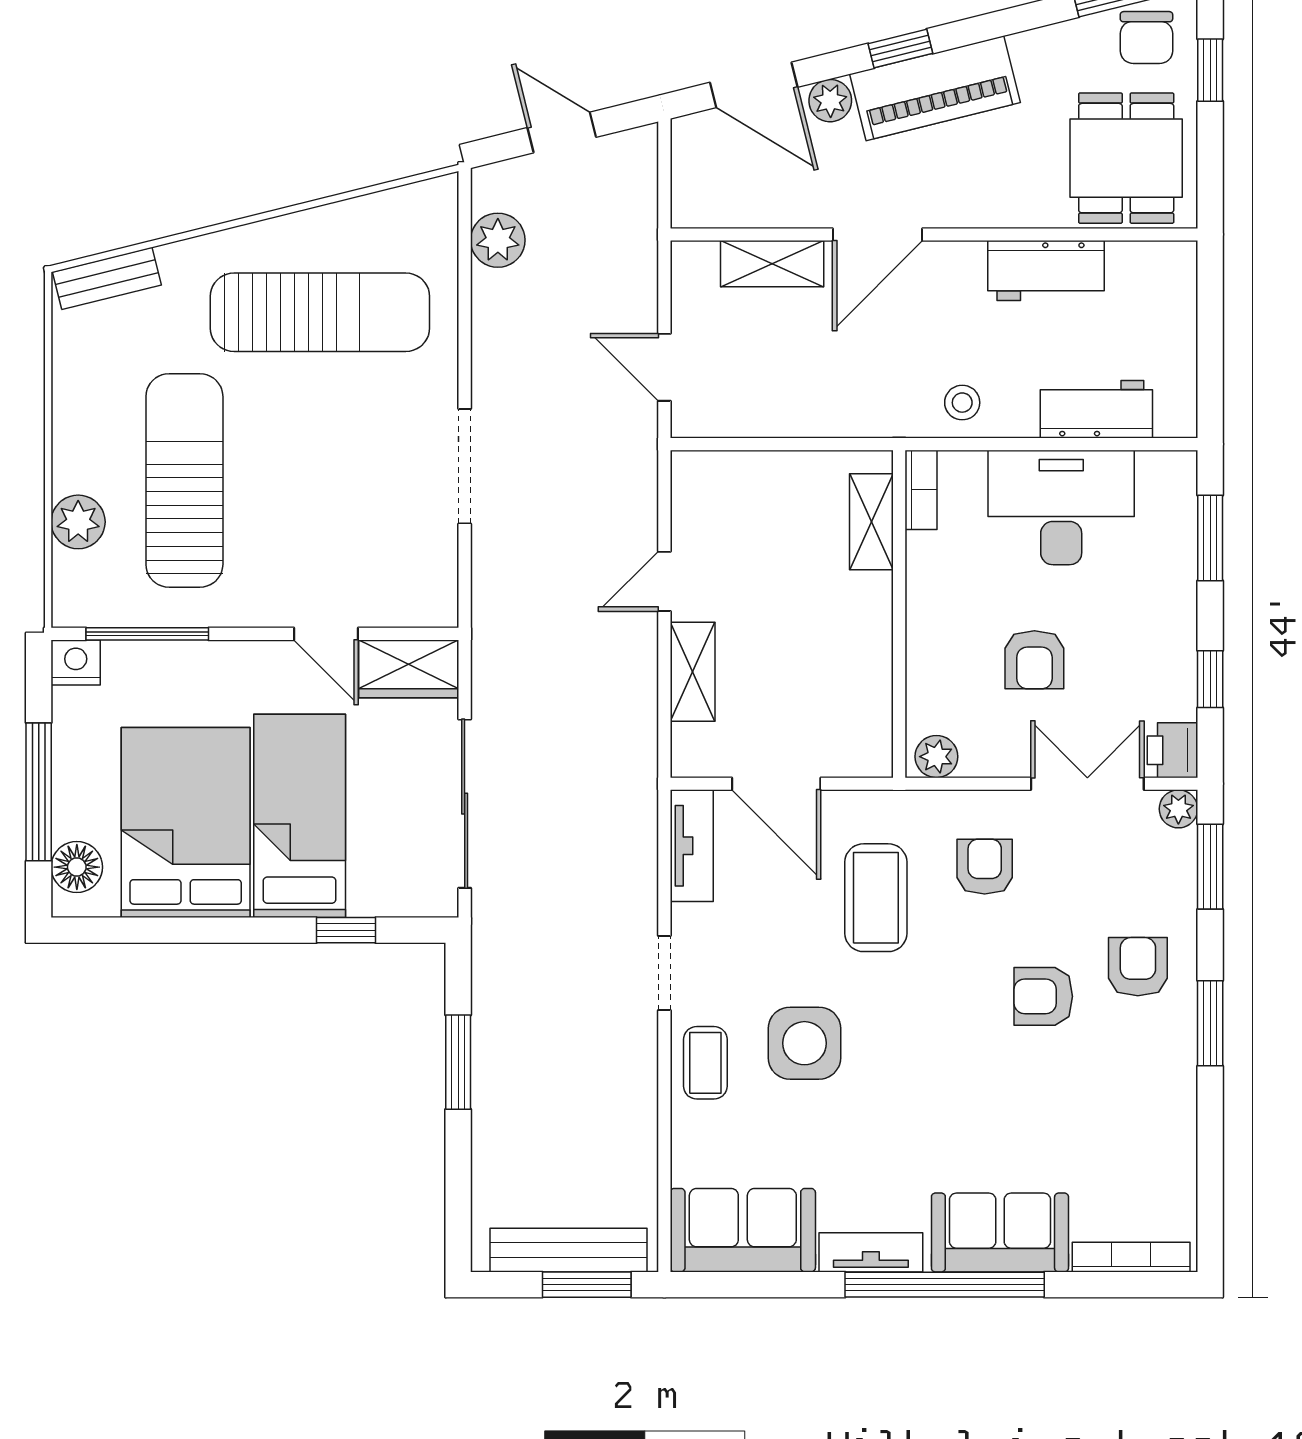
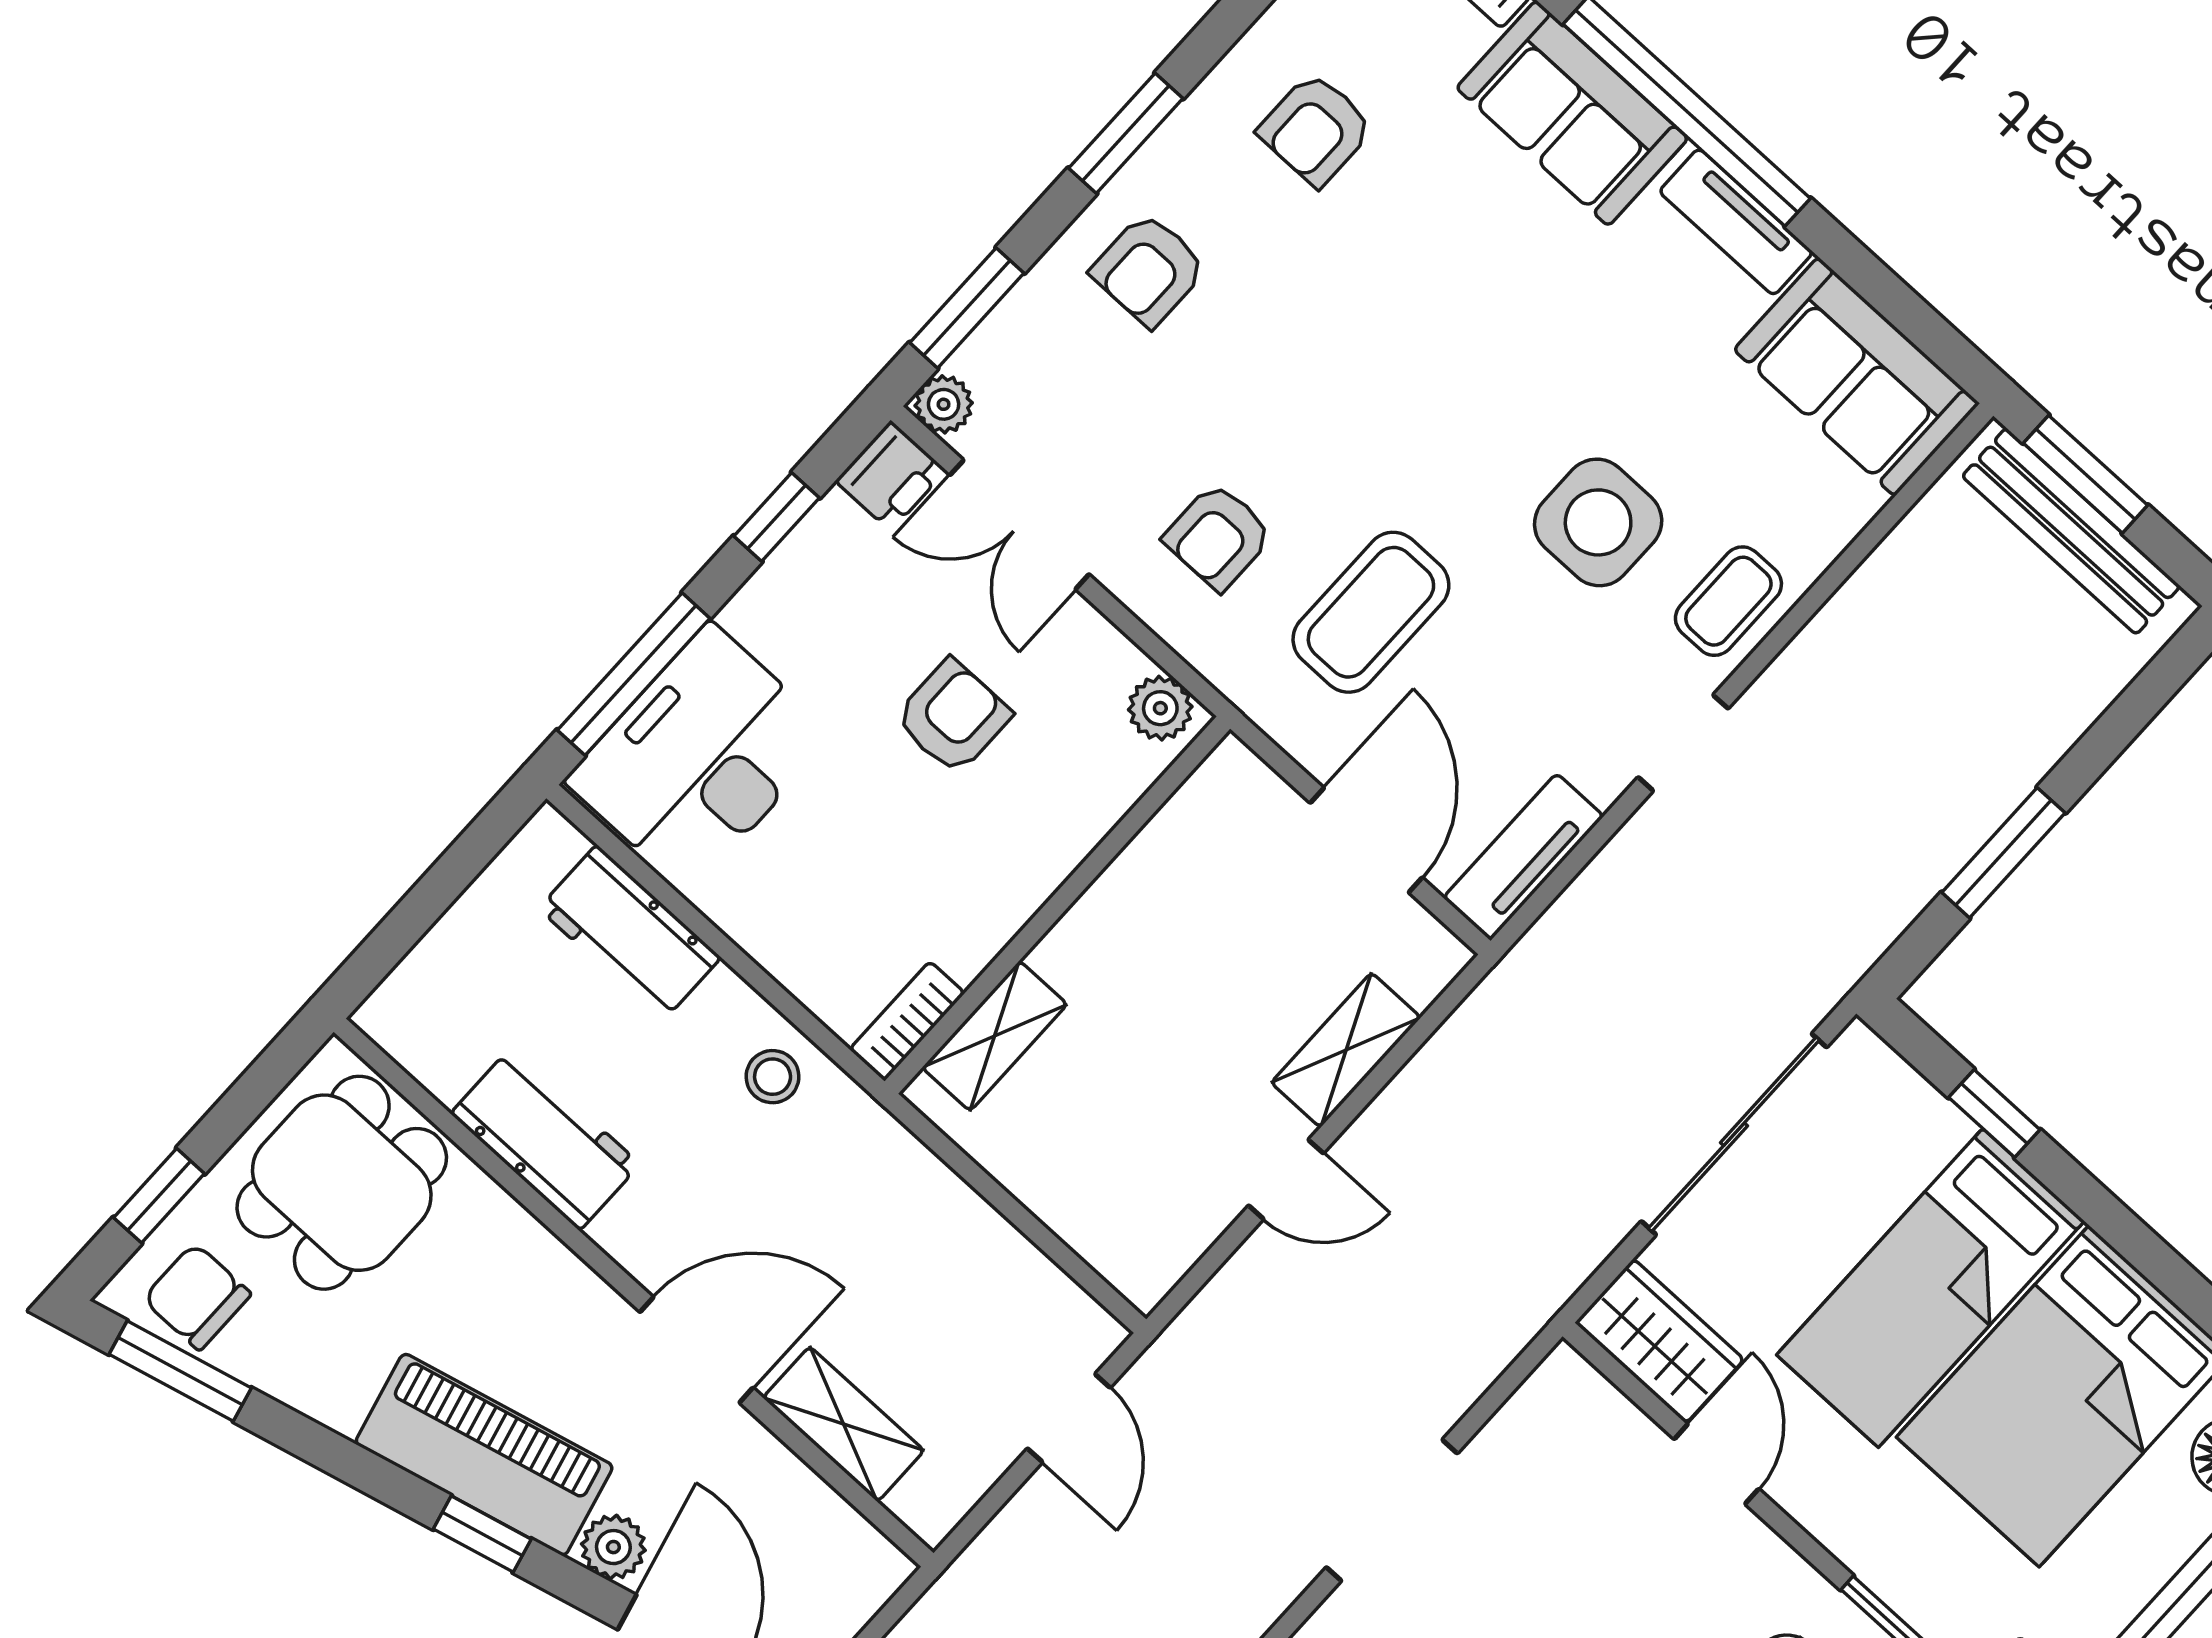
chair: (1146, 38) -> (197, 1297), turned -90
desk: (1061, 508) -> (700, 758), moved, turned 90
window: (1210, 538) -> (634, 674), width x1.44
armchair: (1043, 996) -> (1316, 129), moved, turned 90

